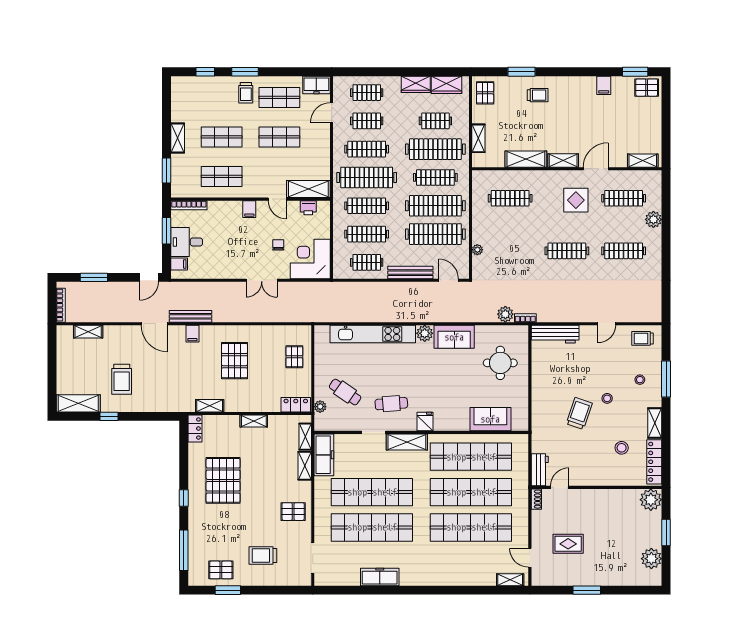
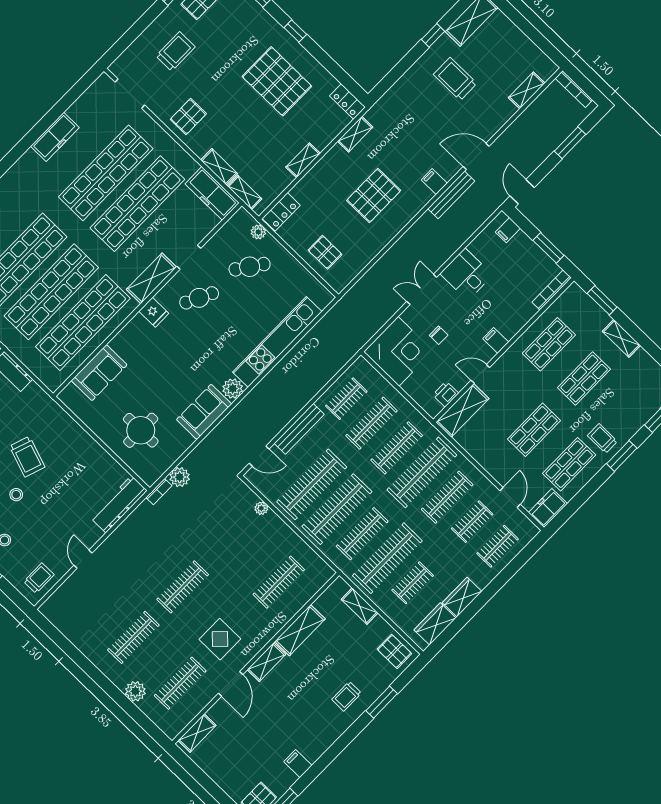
desk: (187, 242) -> (466, 274), moved, turned -90
pallet: (234, 361) -> (374, 196), turned 90
cafe table: (391, 404) -> (199, 298), turned 30

